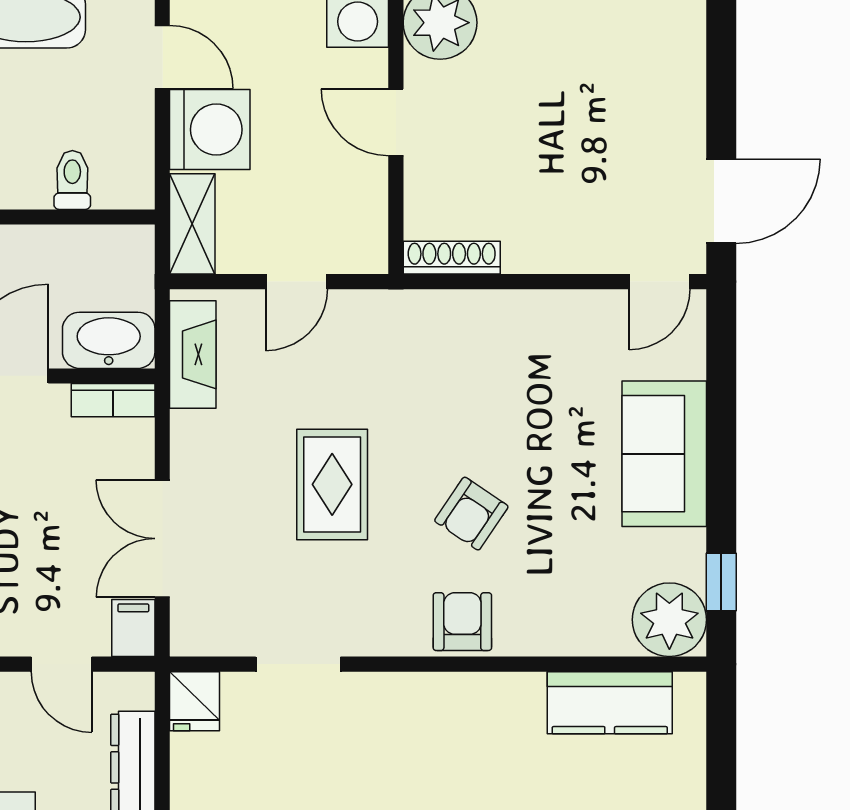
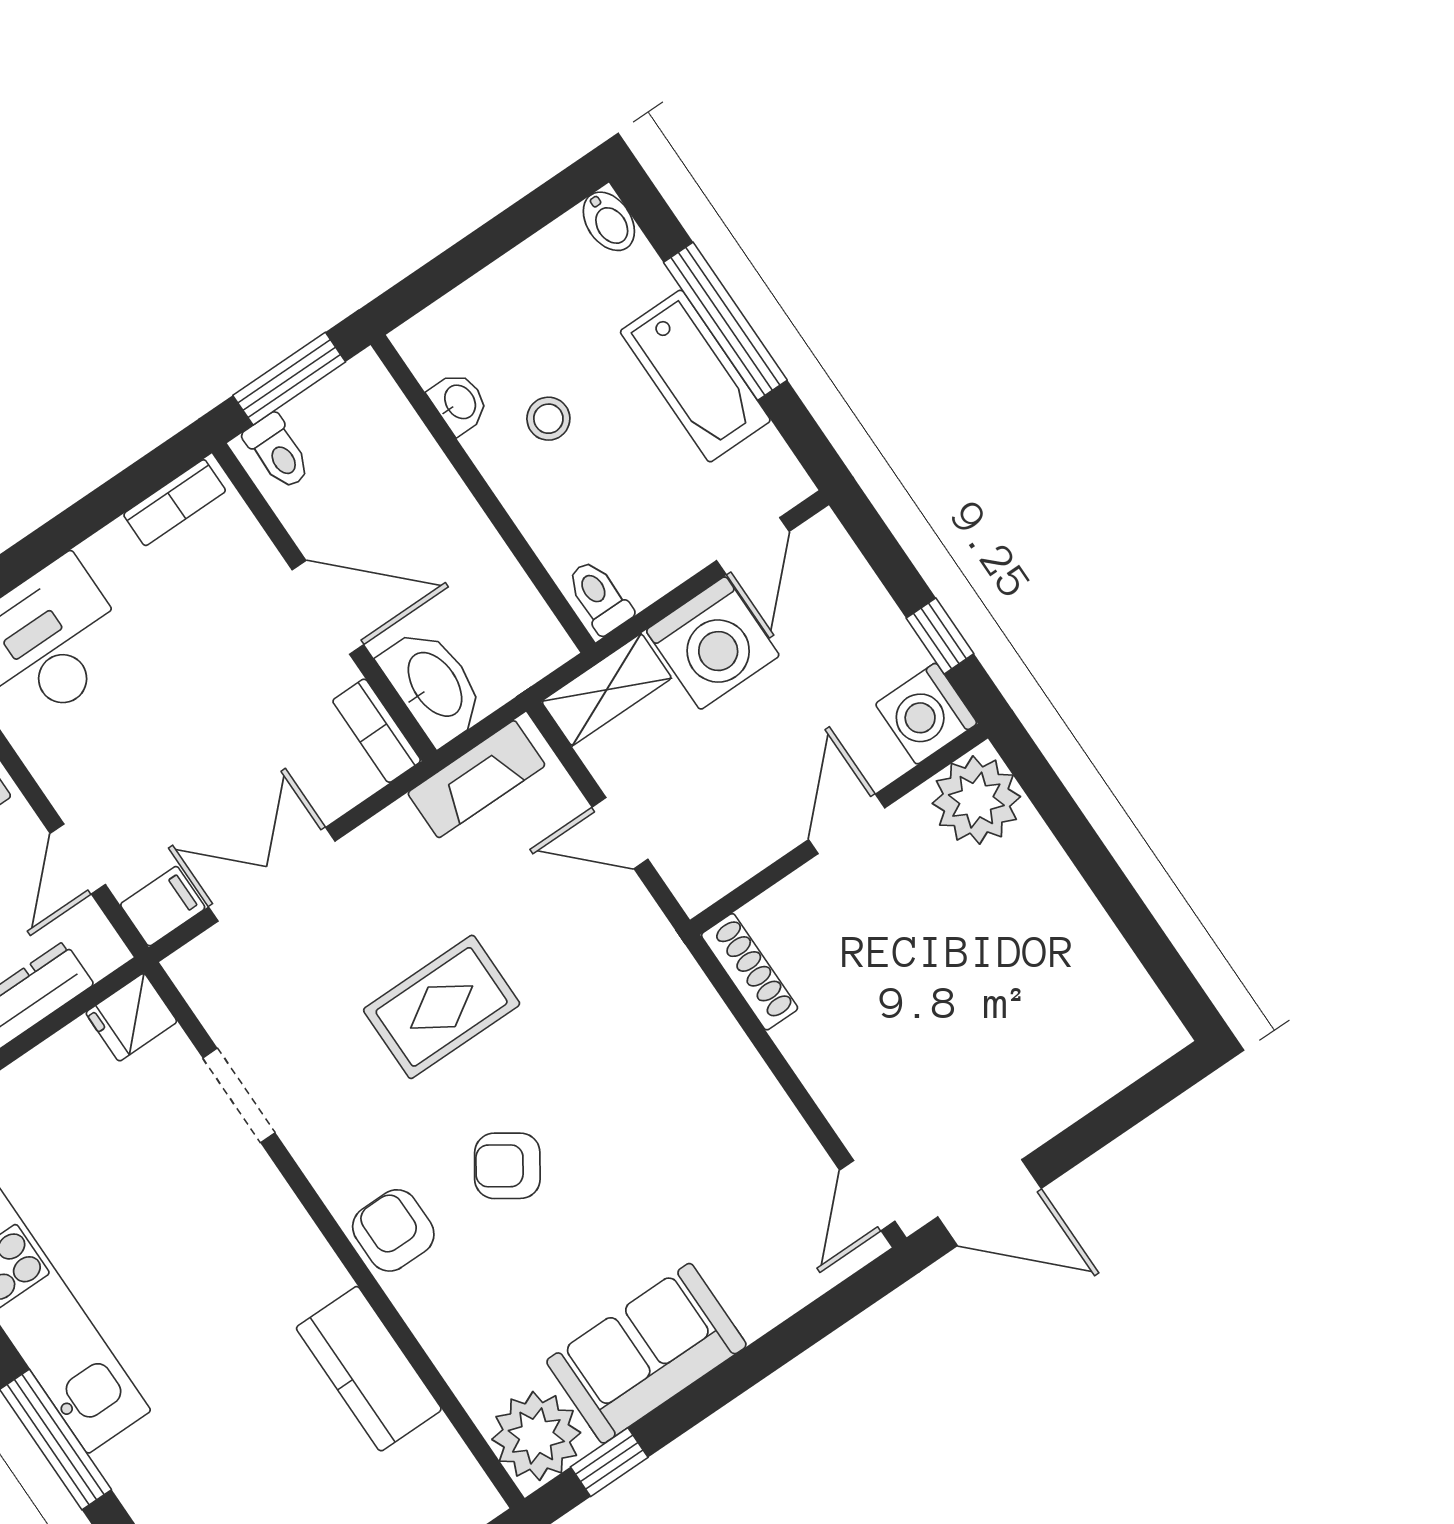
toilet: (72, 180) -> (599, 597), moved, turned -90
door: (660, 282) -> (867, 1196), hinge flipped
sofa: (664, 454) -> (646, 1353), moved
armchair: (462, 622) -> (393, 1230), turned -90
kitchen counter: (610, 703) -> (369, 1369), moved

